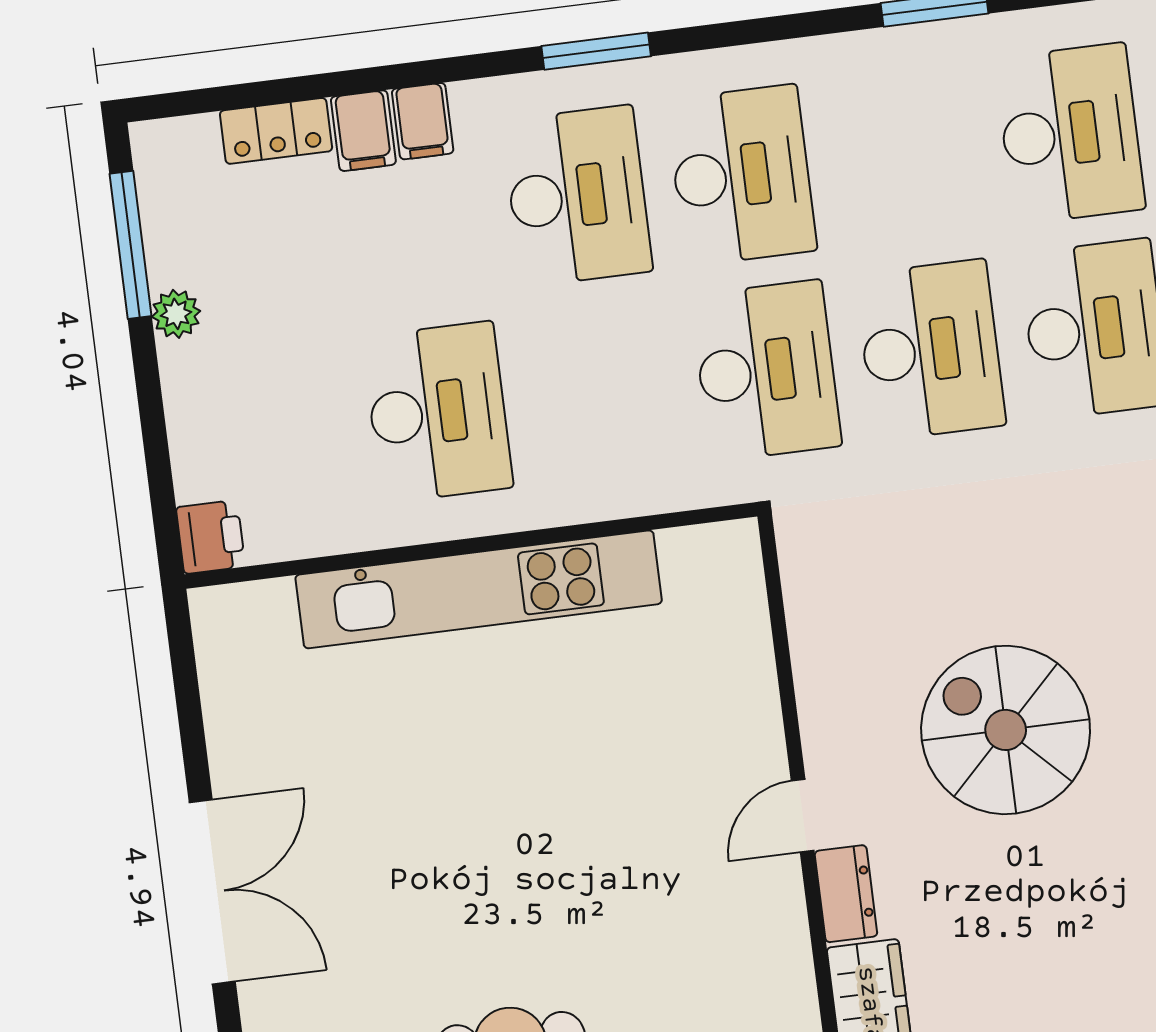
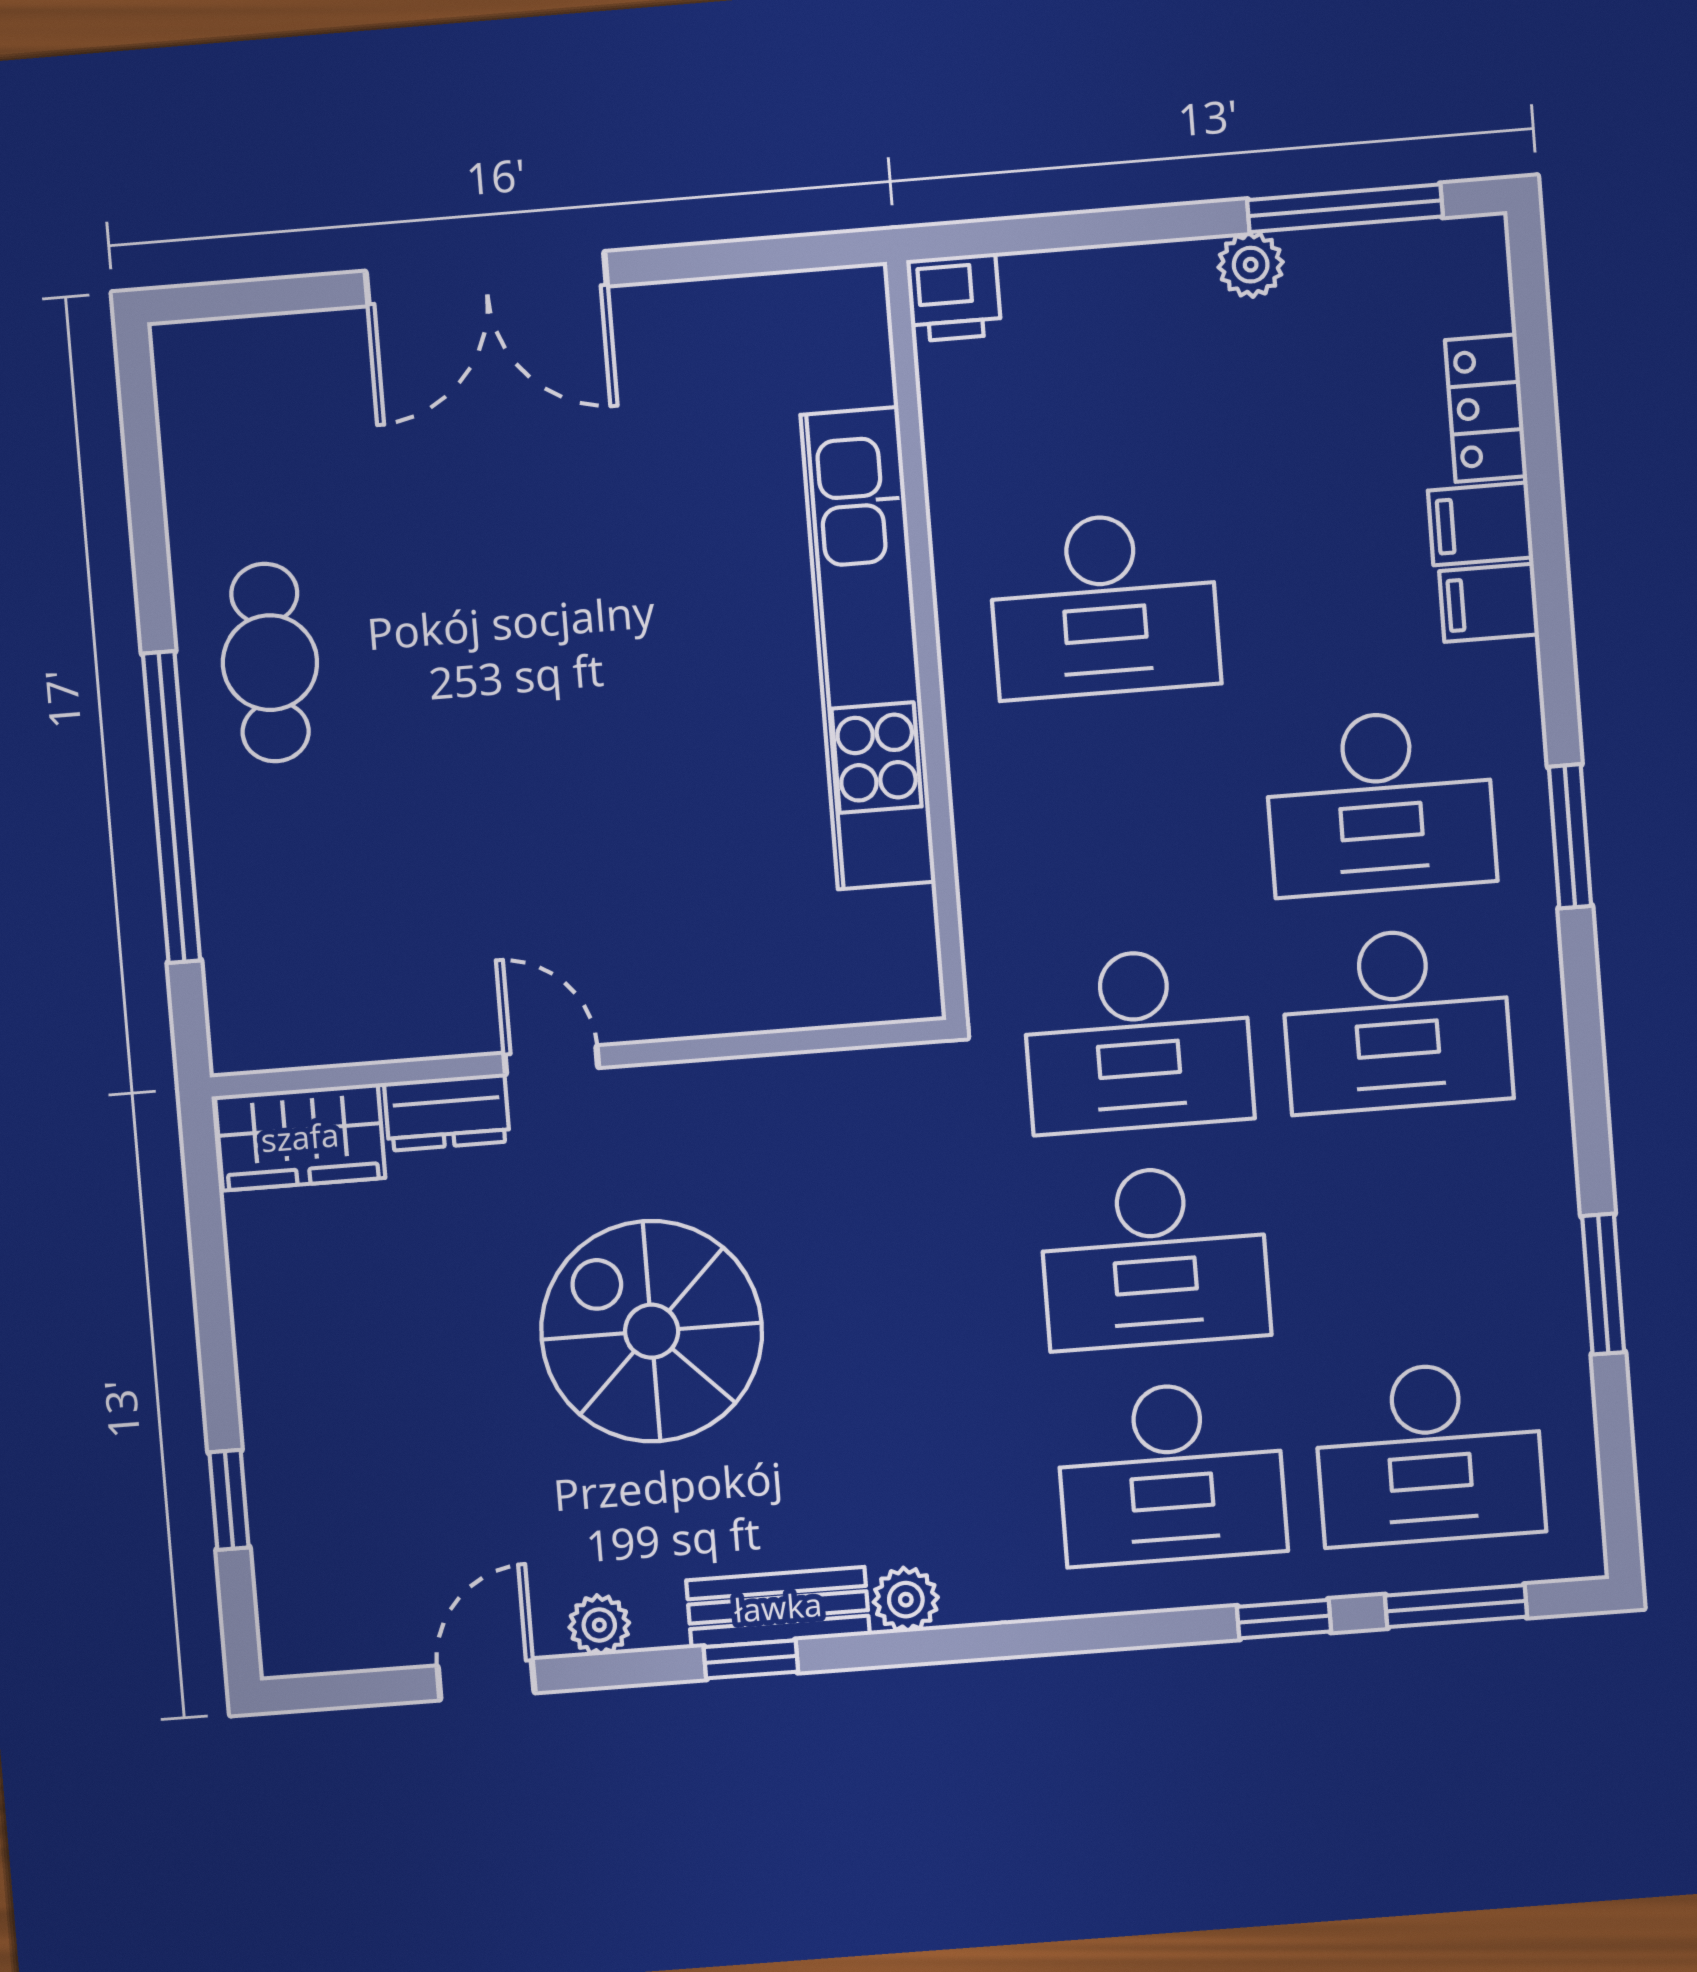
spiral stairs: (1006, 730) -> (652, 1331), turned -90

